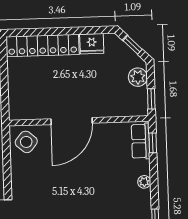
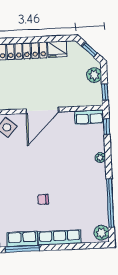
row of seats: (141, 141) -> (89, 117), moved, turned -90

